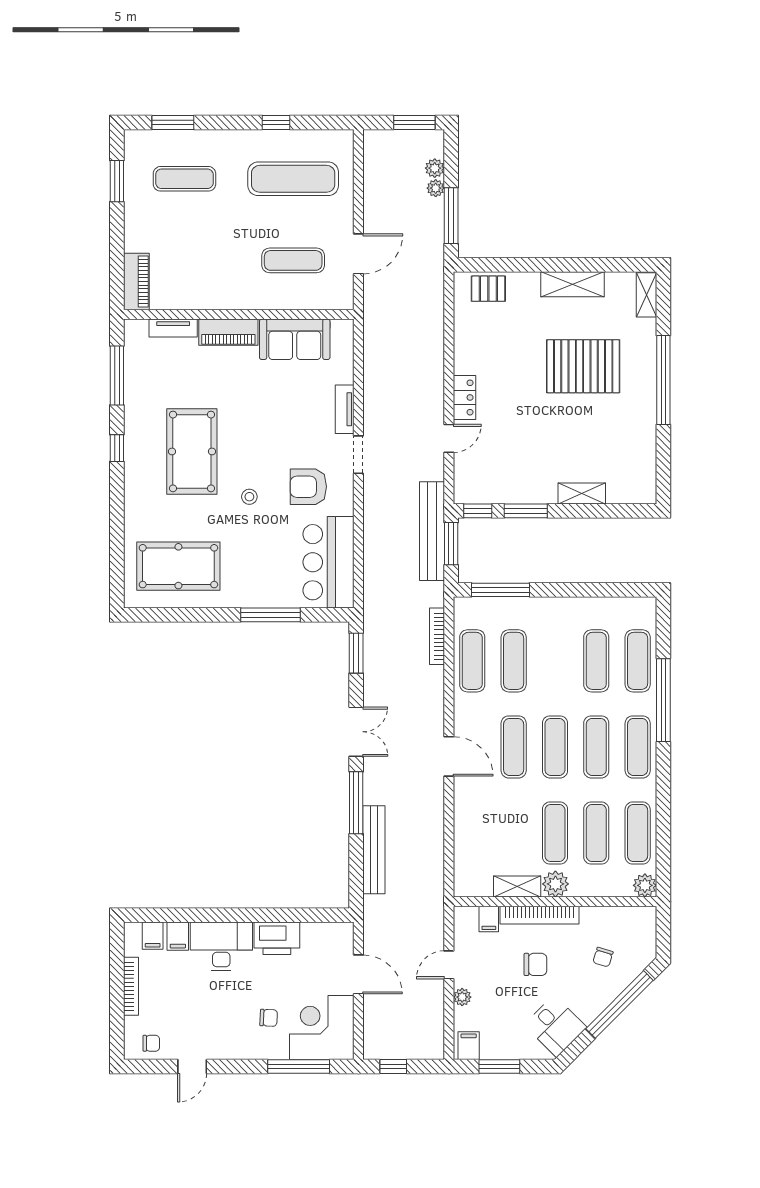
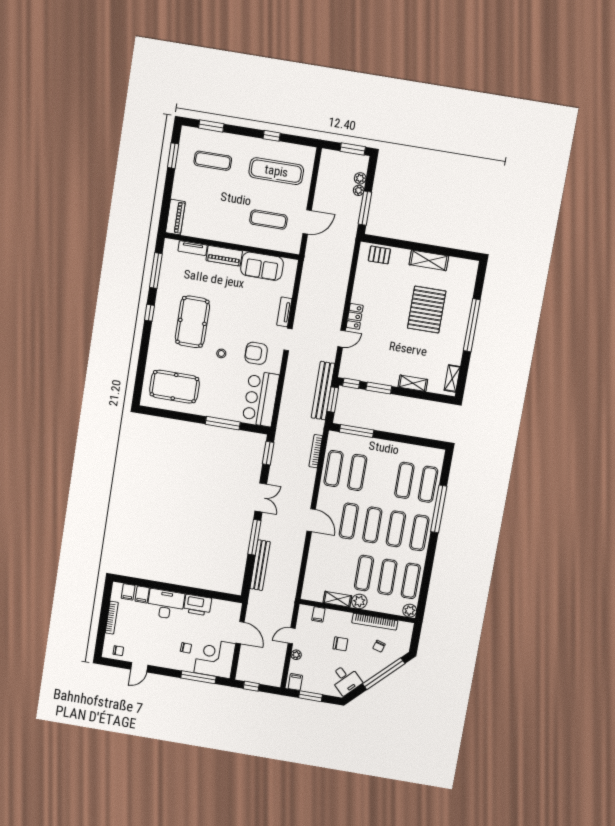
shelving: (647, 295) -> (452, 378), moved
pallet: (583, 366) -> (427, 310), turned 90
bookcase: (540, 915) -> (375, 622), moved

